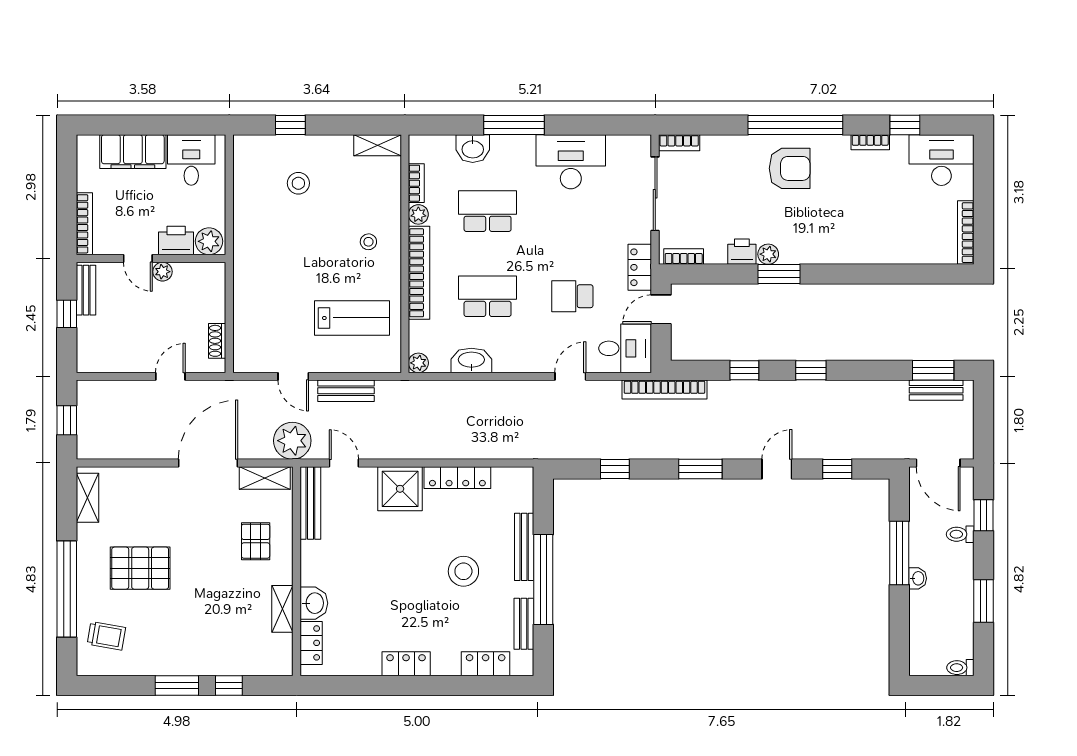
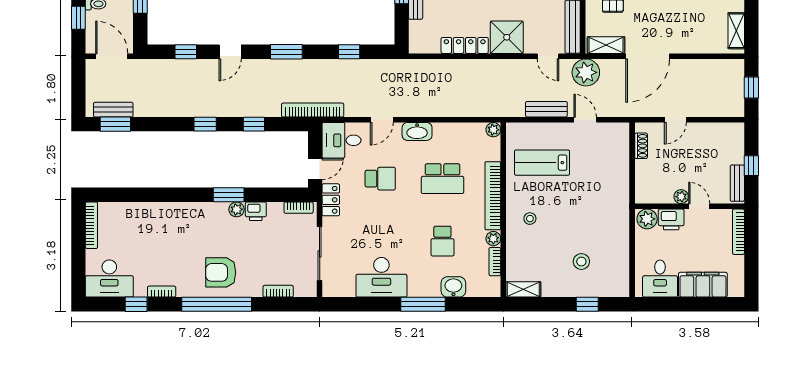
bookcase: (679, 143) -> (278, 291), moved
school desk: (488, 211) -> (442, 241), width x0.54
washbasin: (471, 360) -> (417, 131), moved

